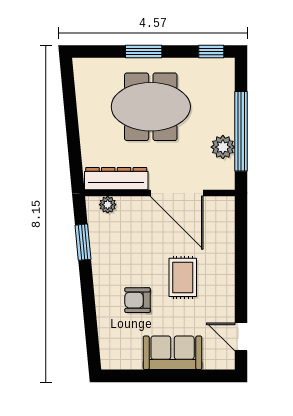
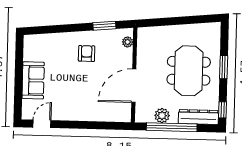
dresser: (116, 179) -> (198, 117), moved, turned -90
rug: (183, 277) -> (80, 88), removed
armchair: (138, 300) -> (87, 53), moved

